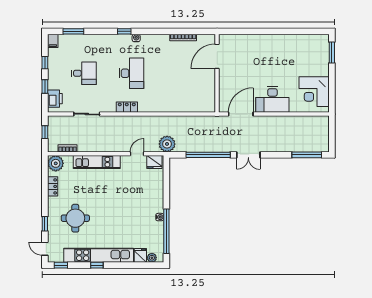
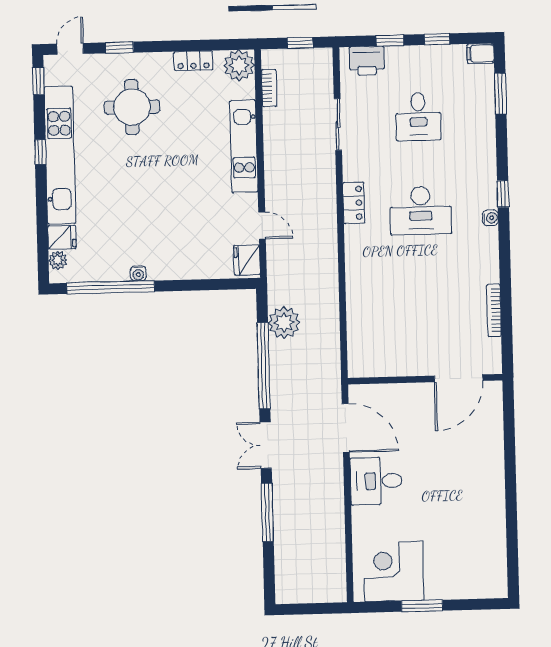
window: (332, 53) -> (422, 606), moved
door: (217, 56) -> (458, 378), swing flipped
desk: (272, 99) -> (376, 481), width x0.73
plant: (167, 144) -> (284, 323), moved
window: (307, 155) -> (267, 512), moved

